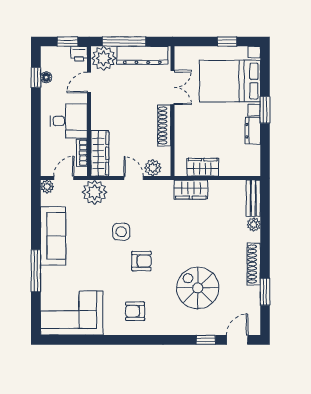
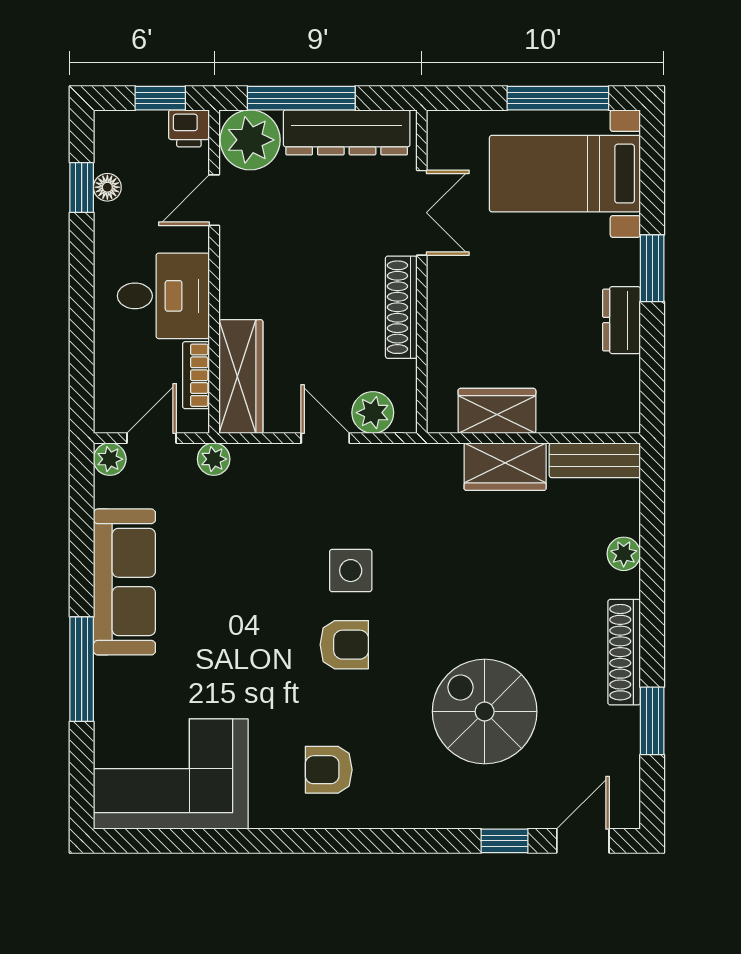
window: (227, 41) -> (558, 98), width x2.17
bed with nightstands: (230, 81) -> (565, 174), width x0.73
wardrobe: (191, 190) -> (505, 467), moved
plant: (95, 192) -> (214, 459), width x0.53, depth x0.53
bench: (253, 198) -> (595, 460), moved, turned 90
side table: (121, 232) -> (351, 571), moved

